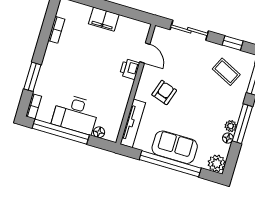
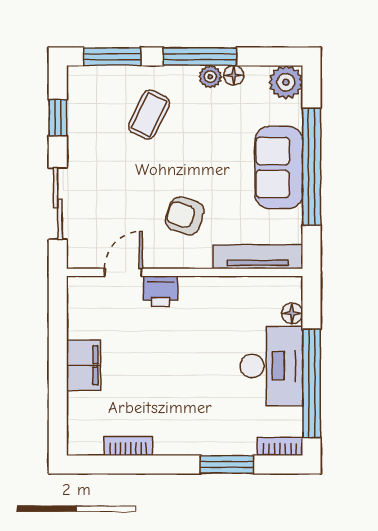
coffee table: (226, 72) -> (149, 115), moved

